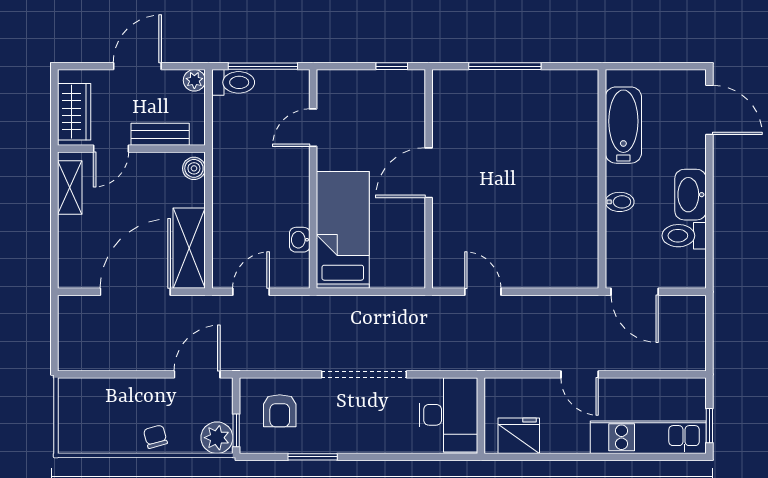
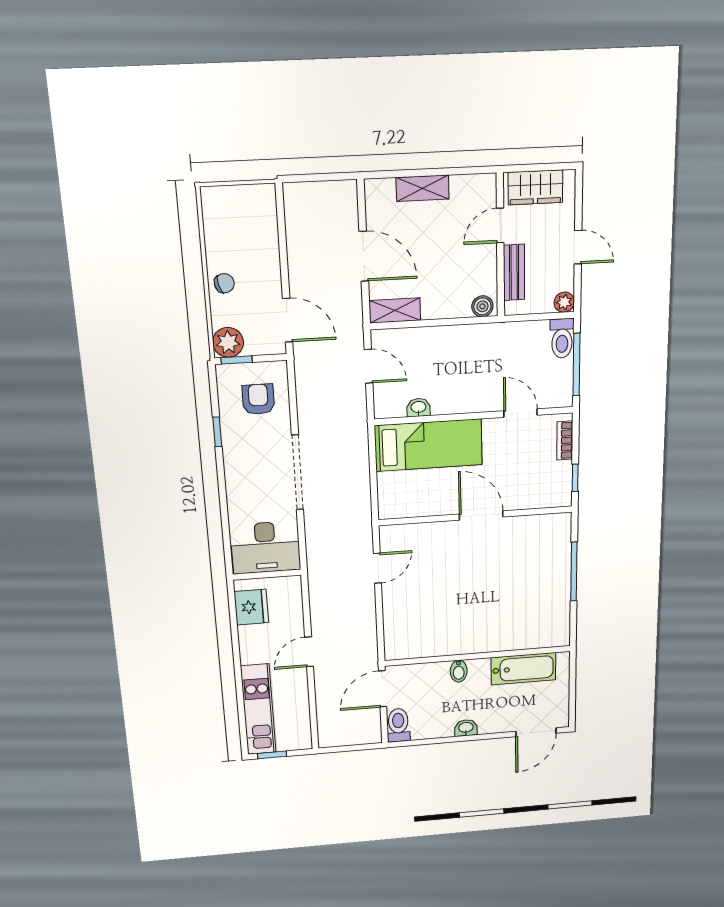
door: (137, 66) -> (578, 247), width x0.73
bookcase: (348, 78) -> (565, 440), added
door: (111, 149) -> (500, 225), hinge flipped
shelving: (70, 187) -> (423, 188), moved
washbasin: (690, 195) -> (466, 728), width x0.52, depth x0.69
toilet: (684, 236) -> (398, 725), moved
shelving: (189, 248) -> (395, 310), width x0.67, depth x0.75
door: (135, 292) -> (364, 256), width x0.73
armchair: (280, 411) -> (258, 399), turned 90
window: (313, 457) -> (217, 432), width x0.67

